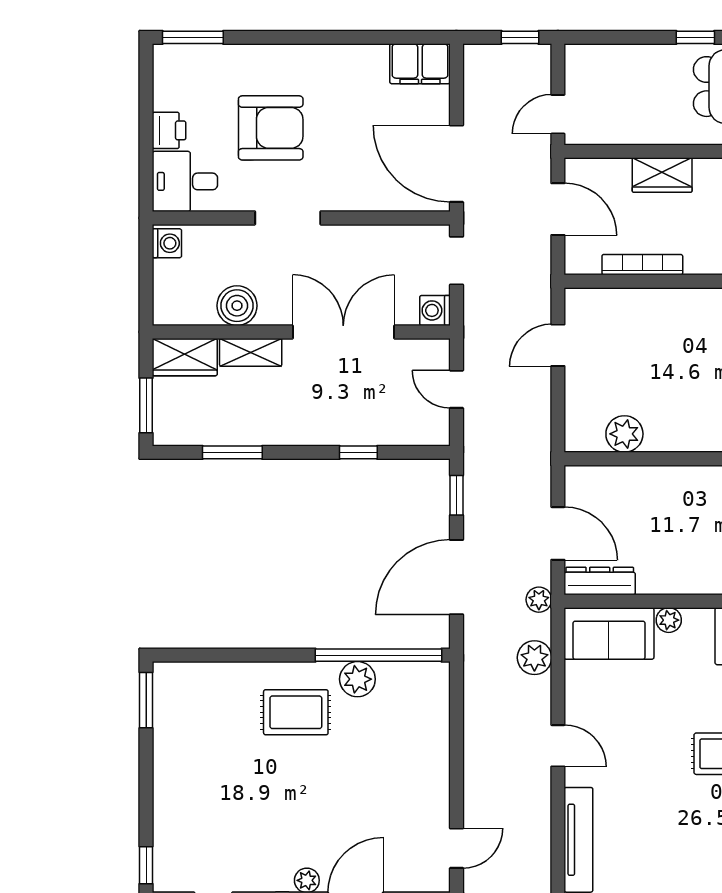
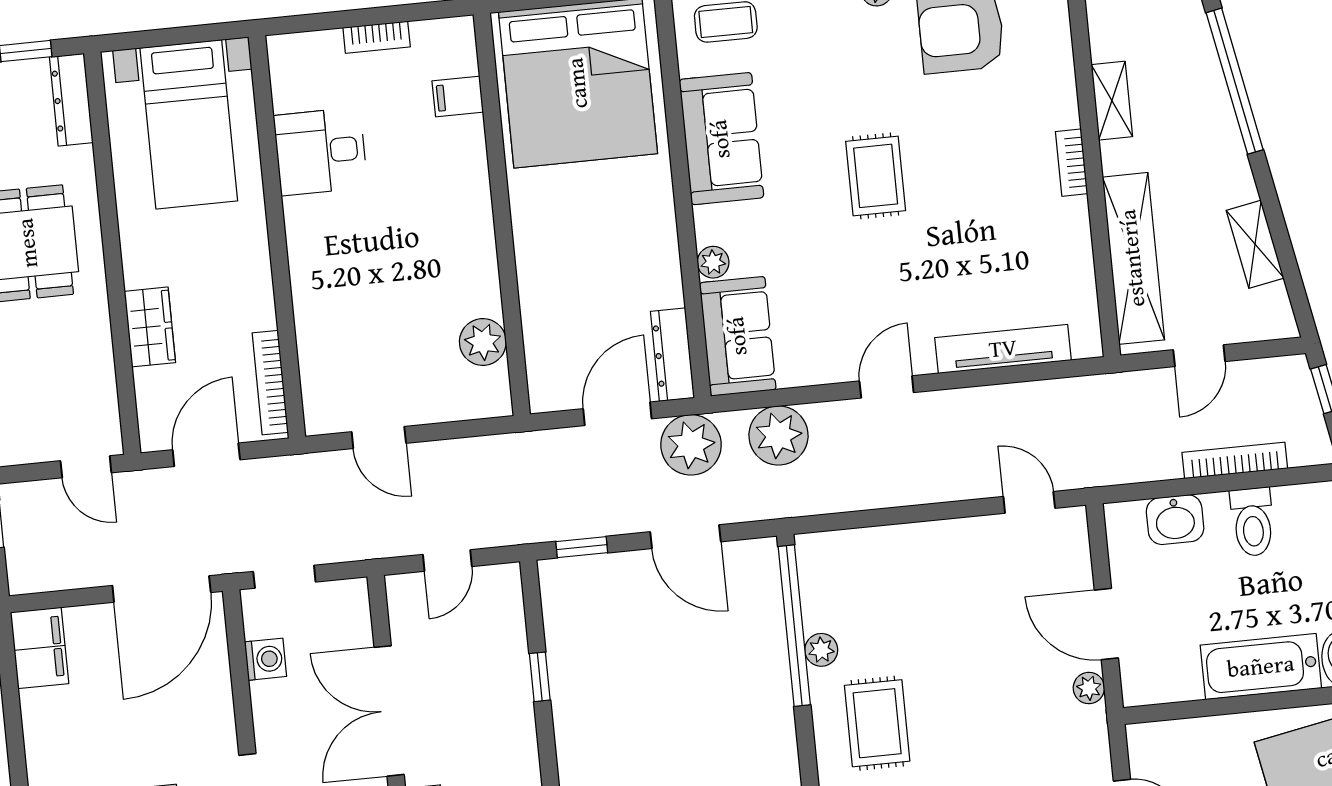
bookcase: (642, 265) -> (270, 383), moved
washing machine: (435, 310) -> (265, 659), moved, turned -90
door: (456, 577) -> (686, 537), width x0.73
plant: (539, 600) -> (691, 445), width x1.88, depth x1.88
plant: (534, 658) -> (778, 435), width x1.36, depth x1.36
plant: (357, 679) -> (821, 650), width x0.73, depth x0.73

